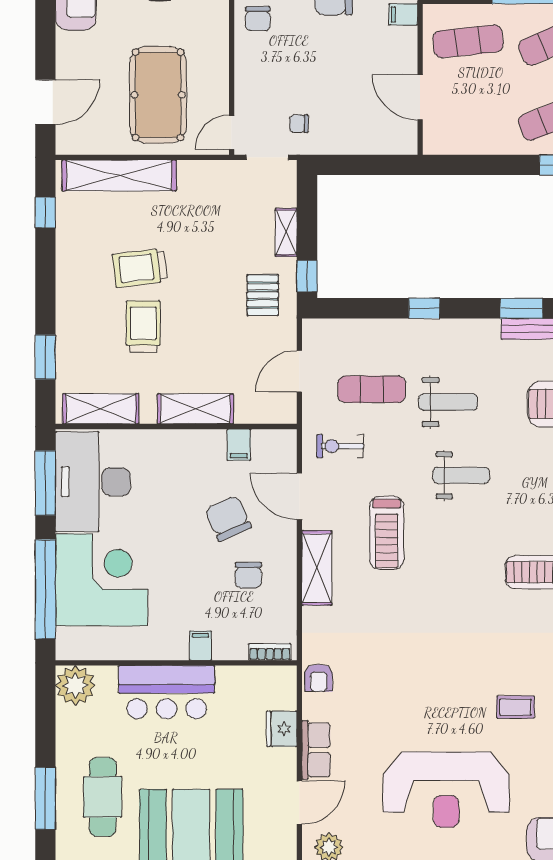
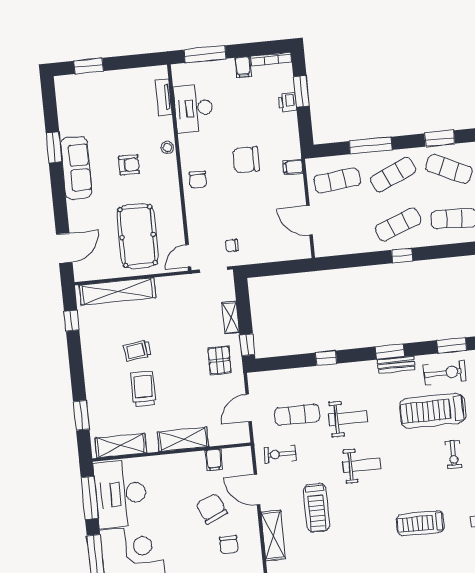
trolley: (140, 268) -> (137, 351), width x0.73, depth x0.72

